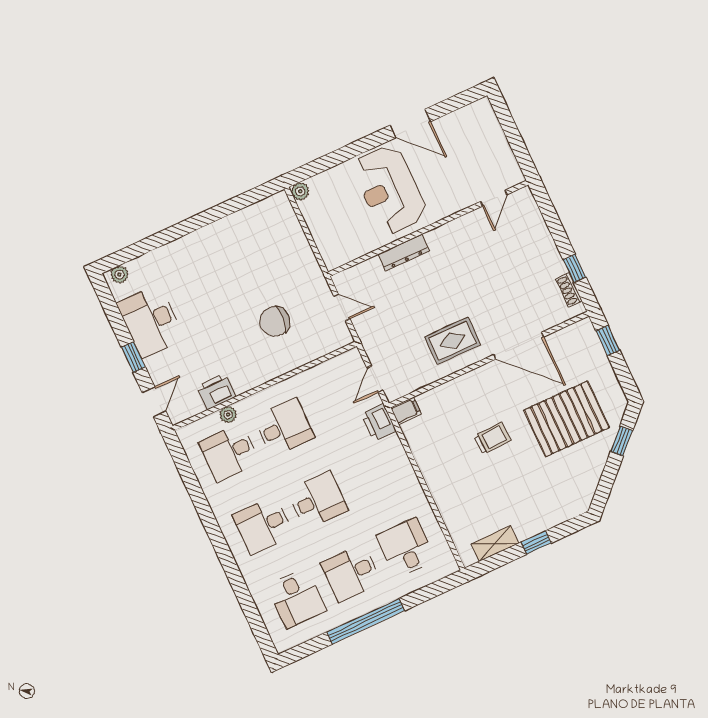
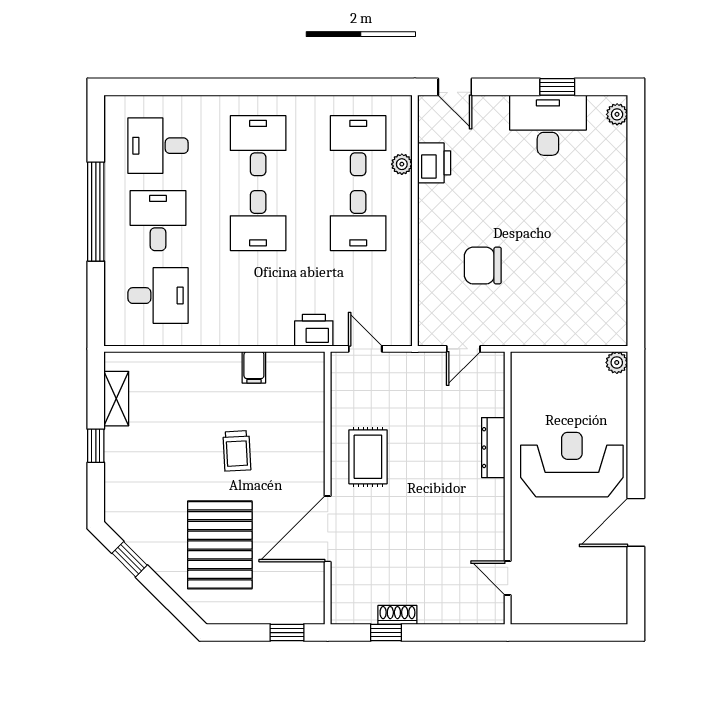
shoe rack: (569, 290) -> (397, 615), moved
chair: (275, 321) -> (483, 266), turned -95
window: (133, 357) -> (557, 87), moved
filing cabinet: (406, 411) -> (254, 367), moved
window: (622, 441) -> (130, 559), moved

